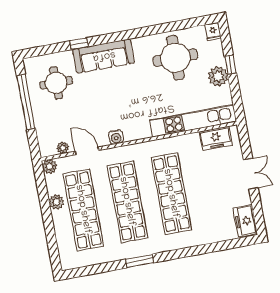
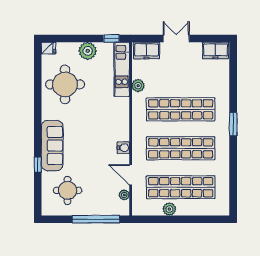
window: (230, 65) -> (111, 38), moved
window: (26, 102) -> (96, 219), moved
kitchen unit: (193, 121) -> (122, 69), width x0.73
freezer: (216, 138) -> (146, 51), moved, turned 90
door: (87, 151) -> (131, 175), hinge flipped
plant: (50, 167) -> (138, 86), moved
window: (139, 261) -> (233, 124), moved

